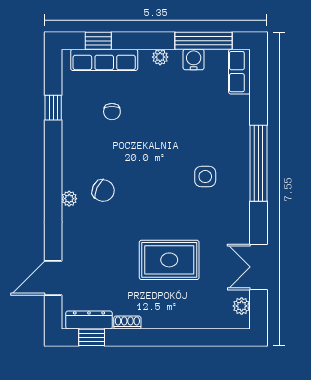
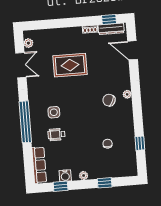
window: (98, 41) -> (105, 183), moved
window: (203, 41) -> (61, 186), width x0.46
row of seats: (104, 60) -> (114, 172), removed
row of seats: (239, 72) -> (39, 165), width x1.48
wheelchair: (204, 136) -> (56, 135), added
door: (53, 278) -> (133, 50), swing flipped

